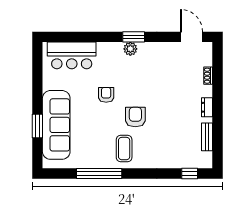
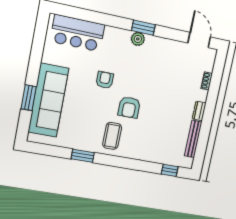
armchair: (135, 117) -> (129, 107), turned 180
bench: (207, 137) -> (193, 139), width x1.36
window: (99, 174) -> (83, 156), width x0.47

